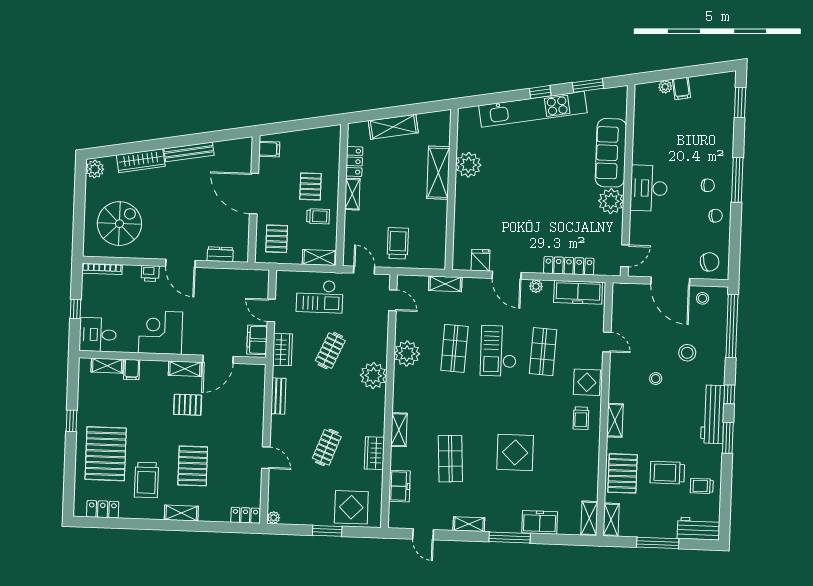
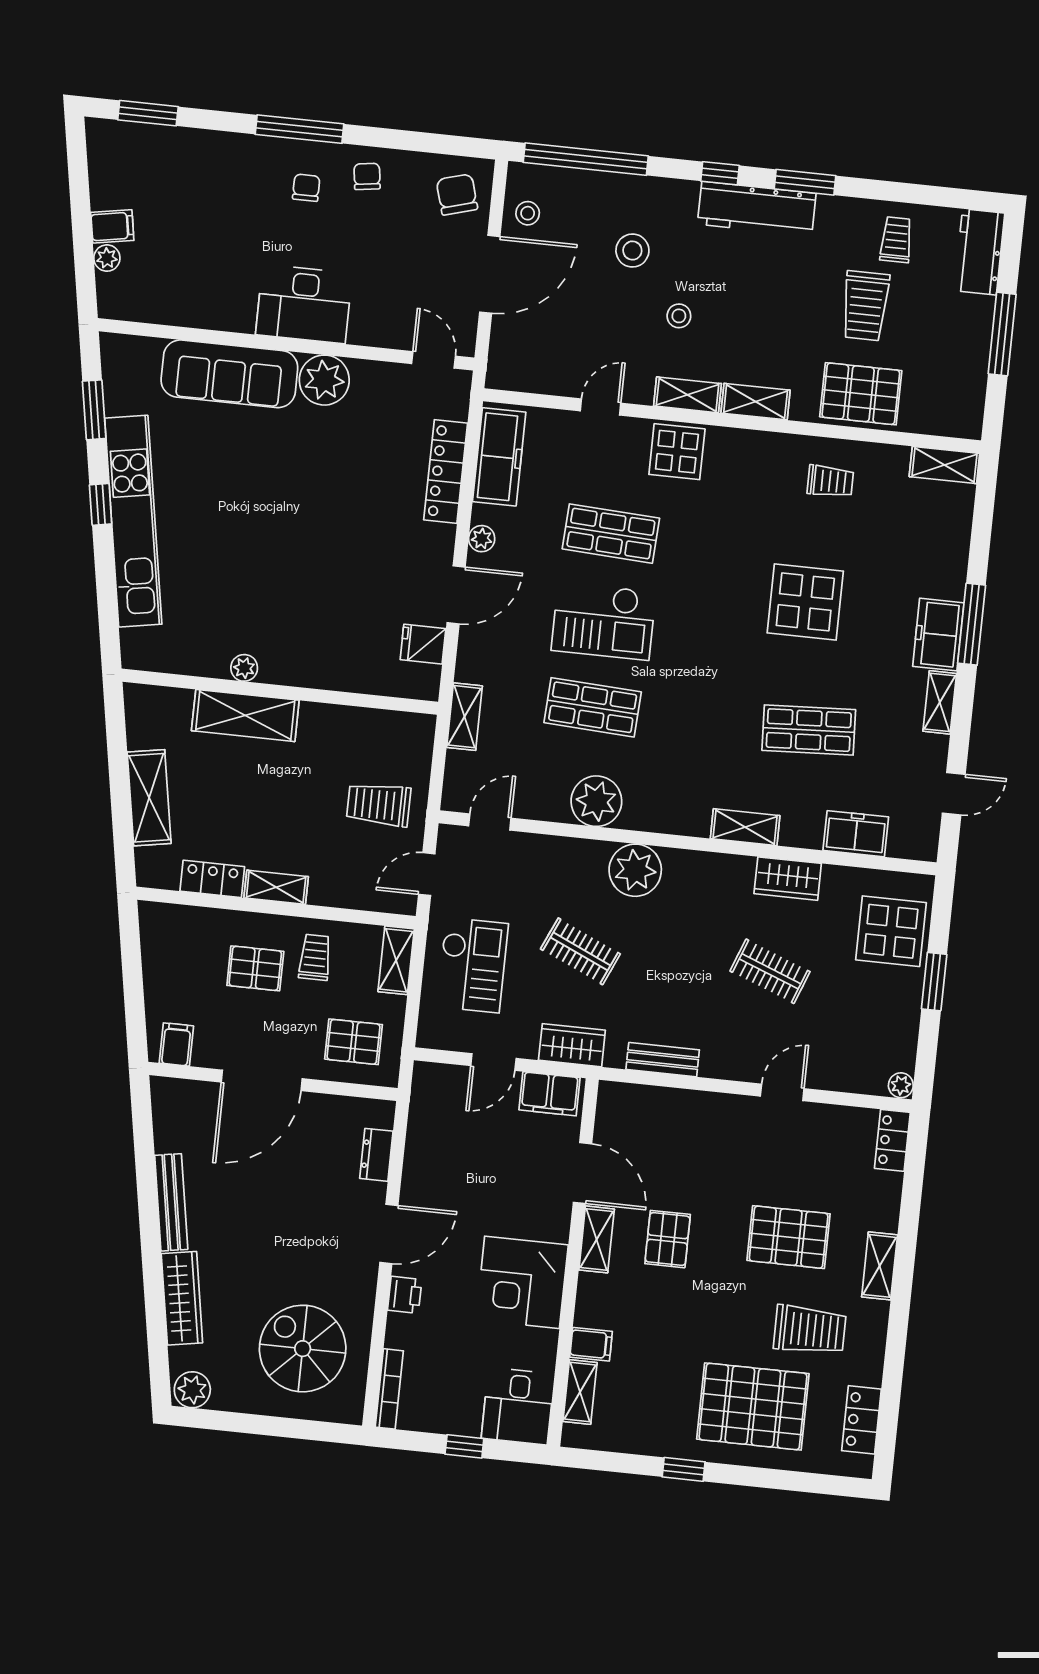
plant: (468, 165) -> (244, 668), width x0.53, depth x0.53
trolley: (581, 418) -> (830, 481), moved
trolley: (702, 486) -> (896, 240), turned 180
shelving: (611, 520) -> (688, 395), moved
freezer: (540, 522) -> (938, 635), moved

